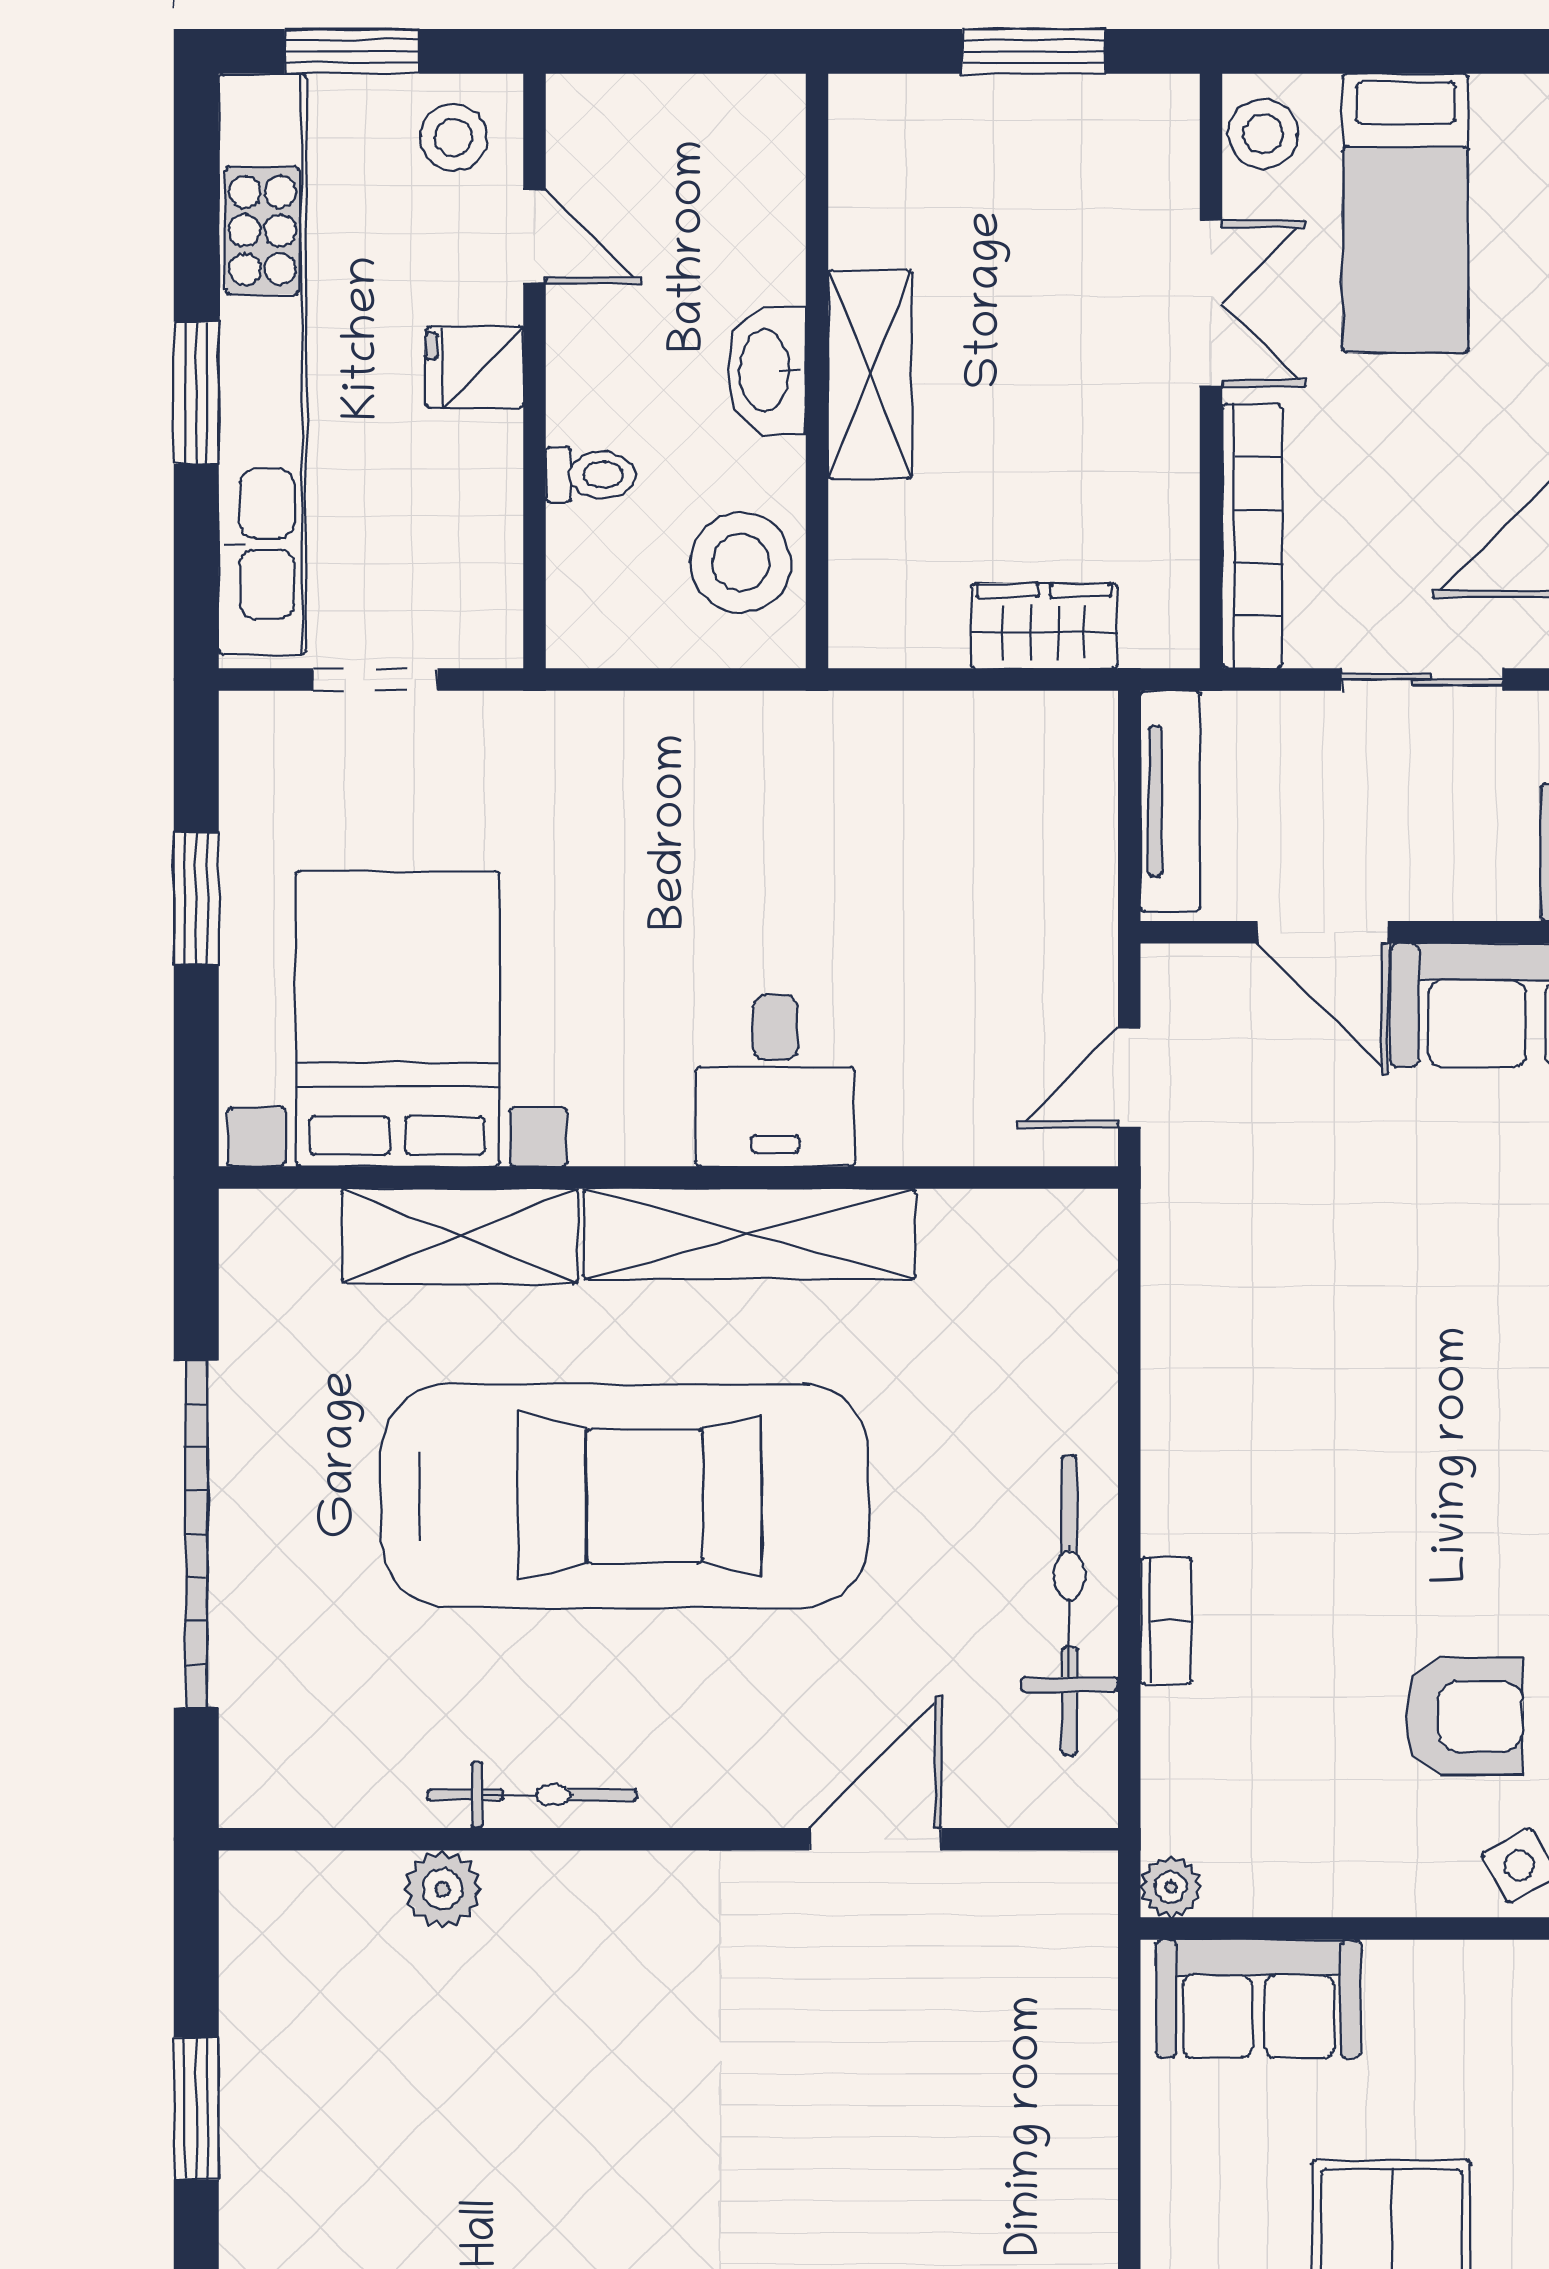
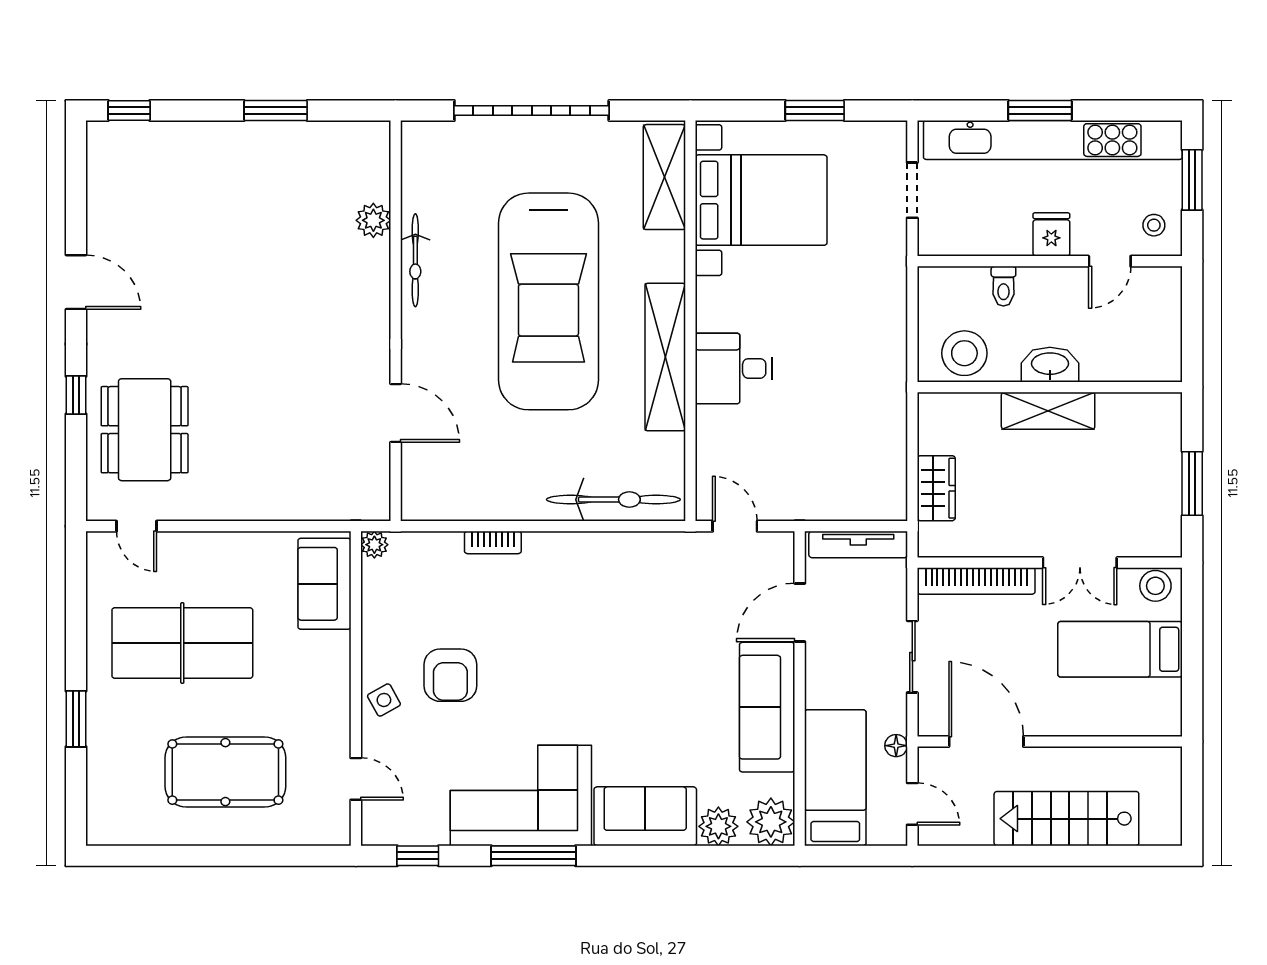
stool: (454, 137) -> (1154, 225), width x0.73, depth x0.73
shelving: (460, 1236) -> (664, 177), moved
bicycle: (1069, 1605) -> (613, 500), moved

